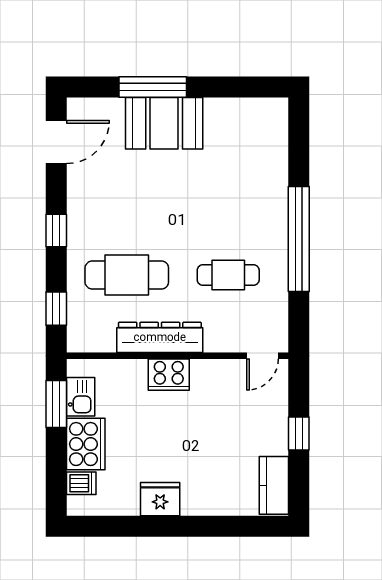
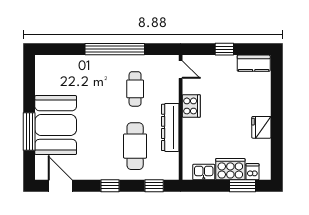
booth: (164, 123) -> (56, 125), width x1.36, depth x1.42
cooker: (169, 375) -> (191, 106), moved
window: (56, 404) -> (243, 186), moved

